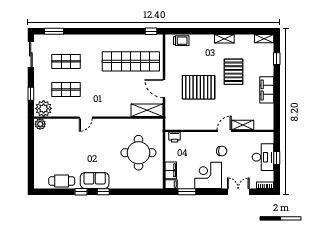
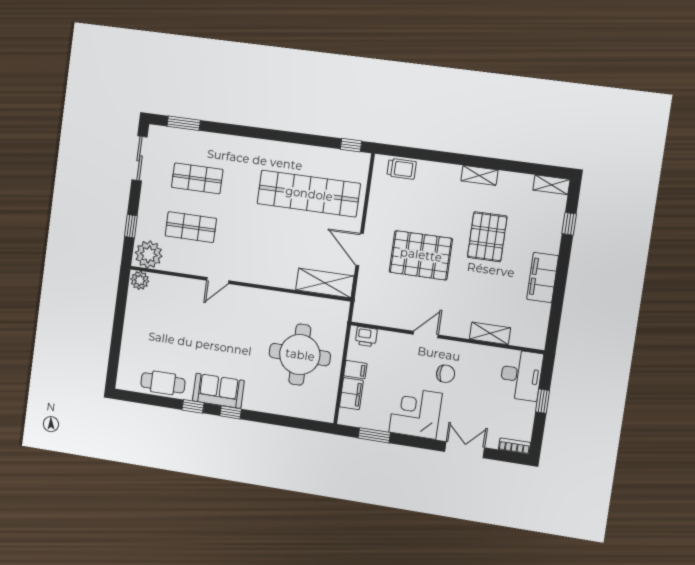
door: (224, 131) -> (426, 335), moved
desk: (263, 157) -> (521, 375), moved
filing cabinet: (171, 184) -> (355, 370), moved

